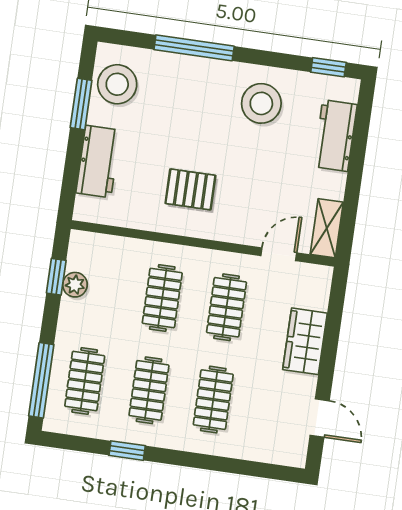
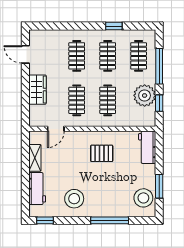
workbench: (98, 161) -> (147, 147), moved
shelving: (327, 228) -> (35, 158), moved
plant: (75, 285) -> (145, 95), width x1.87, depth x1.87
window: (41, 380) -> (159, 66), moved

